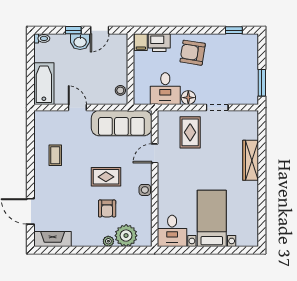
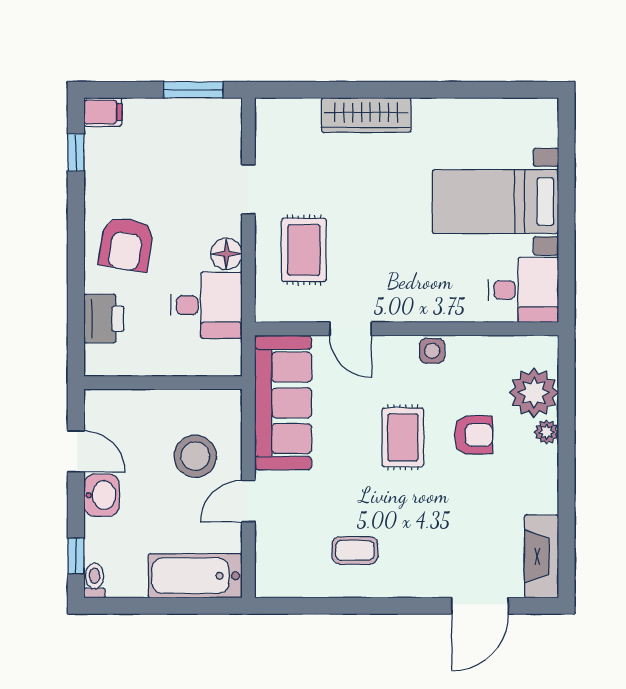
window: (73, 30) -> (76, 556), moved
filing cabinet: (141, 42) -> (103, 112), moved
stool: (120, 90) -> (195, 456), moved, width x1.89, depth x1.89
rug: (190, 132) -> (304, 250), turned 90

